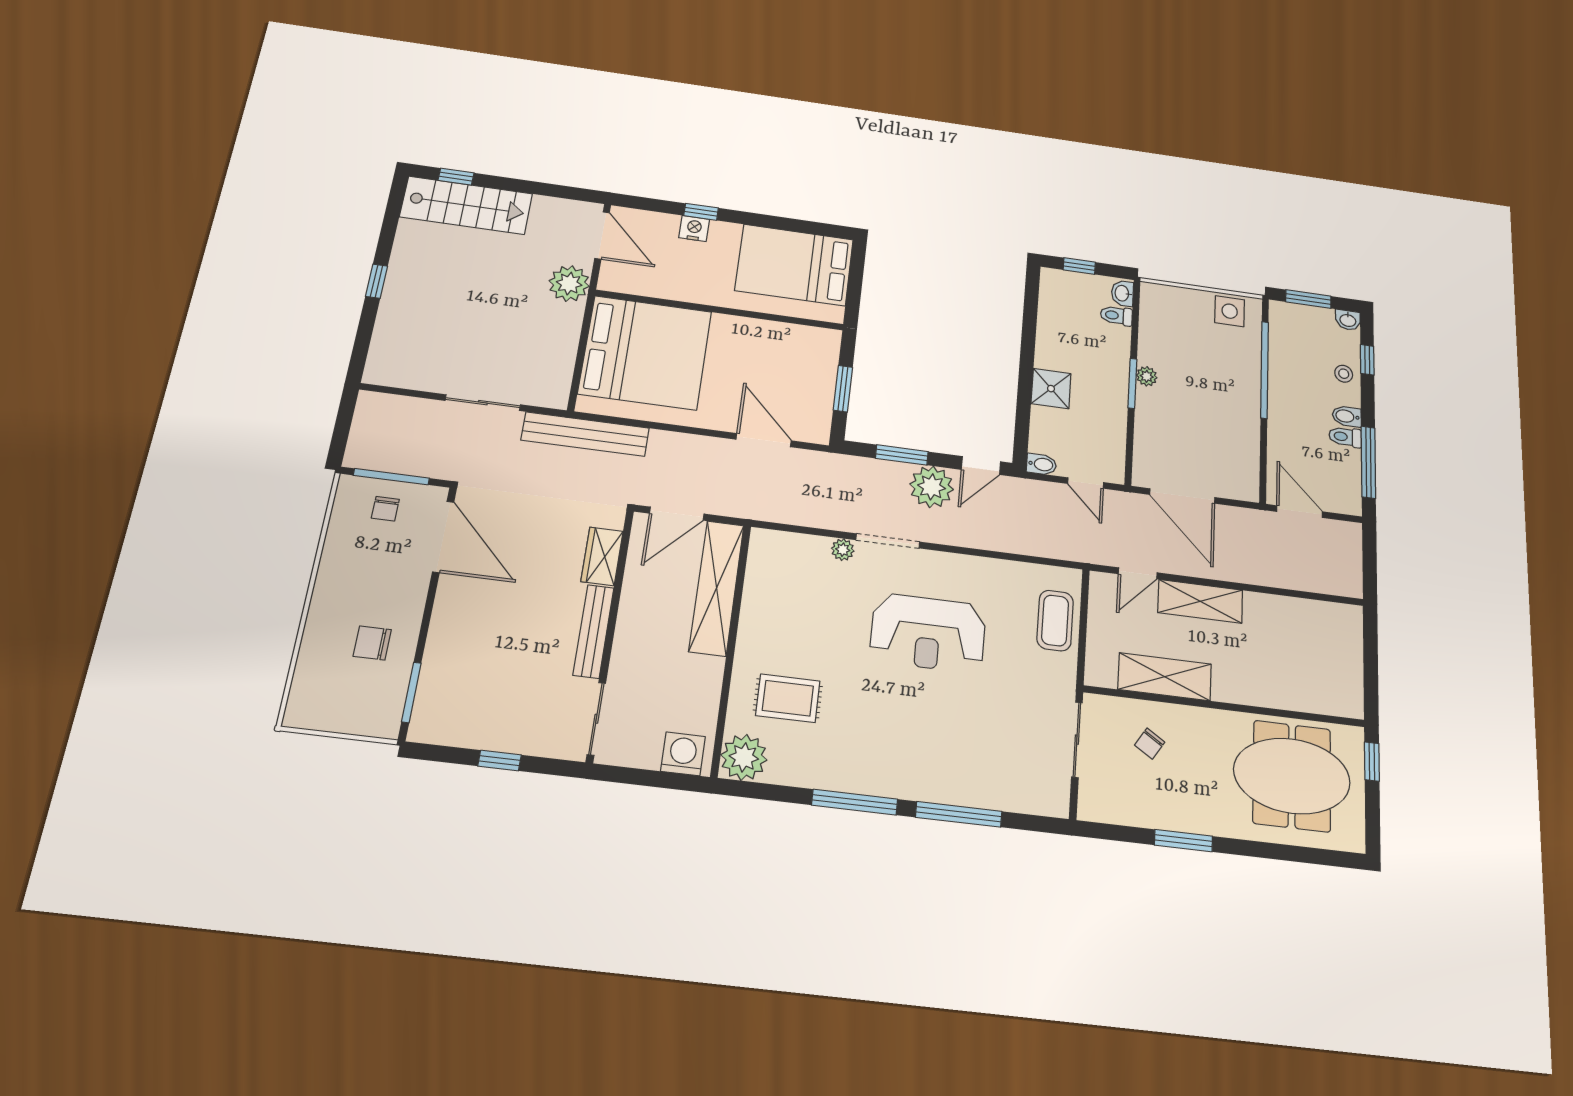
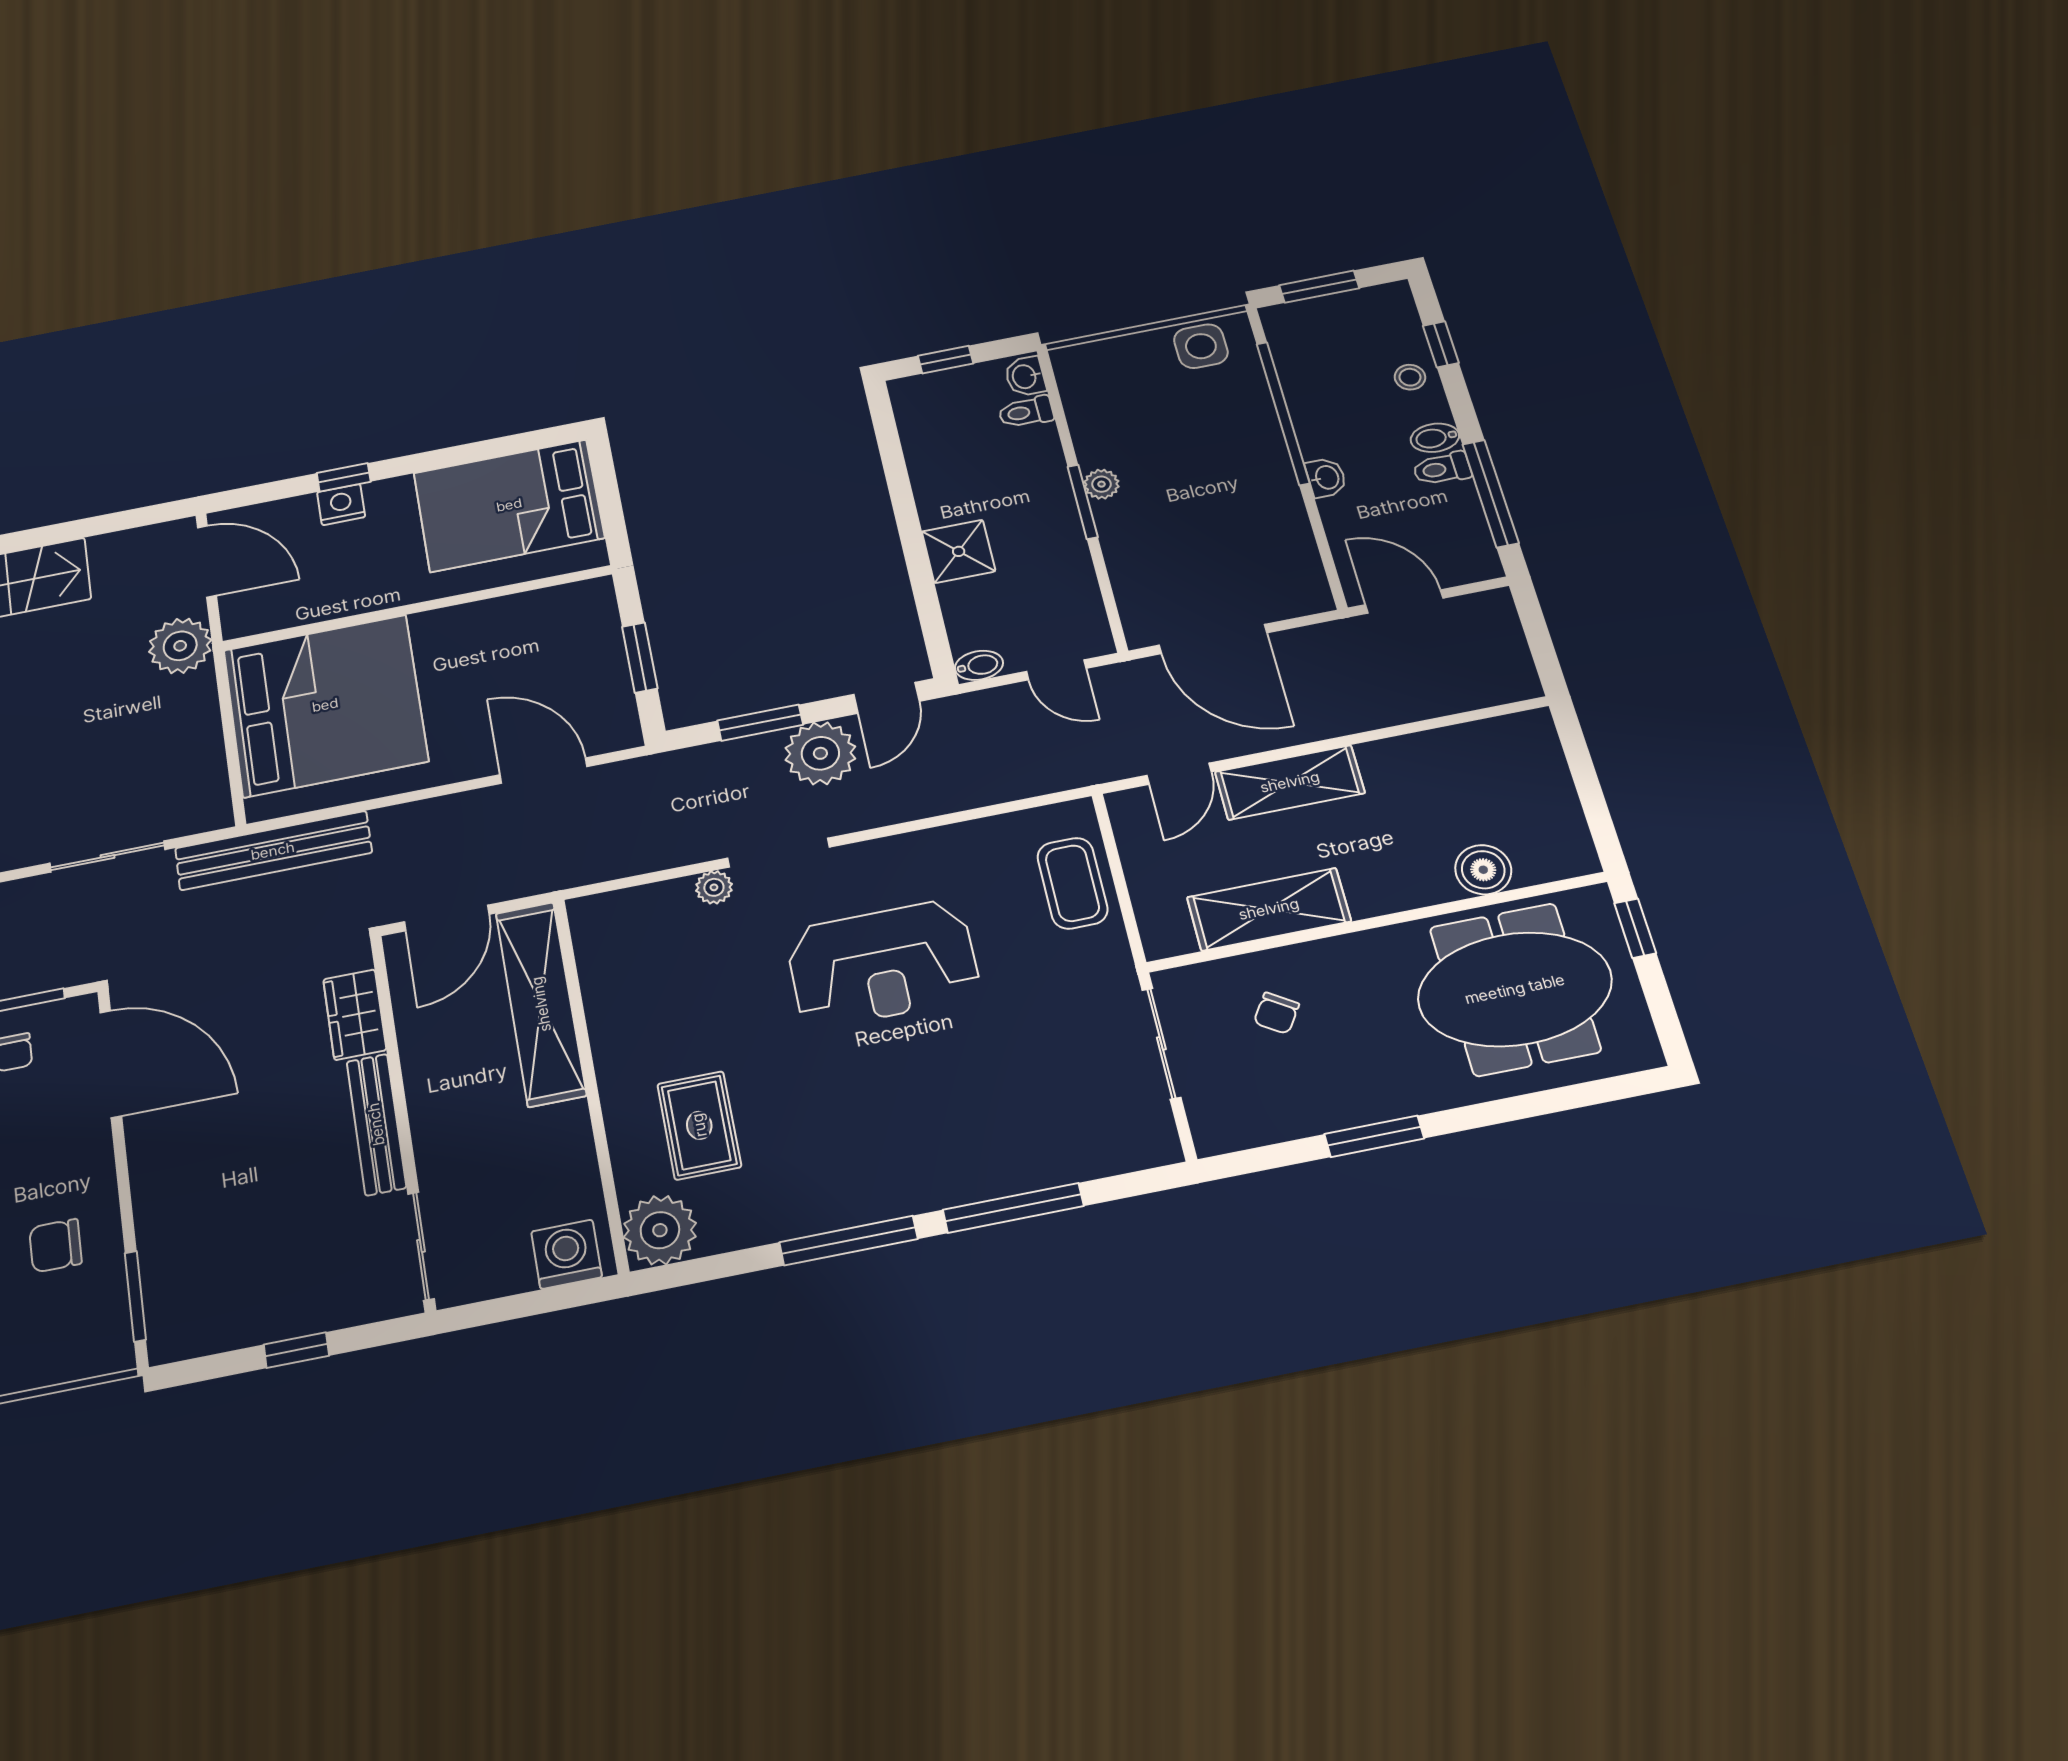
washbasin: (1348, 320) -> (1326, 478), moved, turned -90
boiler: (1296, 695) -> (1483, 870), added
rug: (788, 698) -> (699, 1125), turned 90

